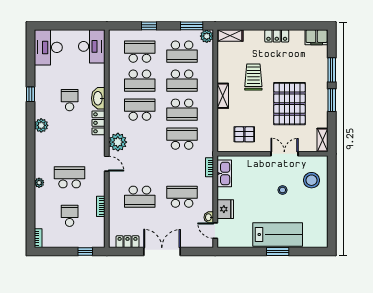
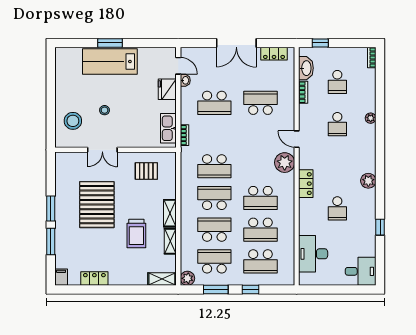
window: (192, 26) -> (216, 290), moved
locker: (277, 36) -> (94, 279), moved
filing cabinet: (317, 37) -> (61, 277), width x0.50
desk: (92, 46) -> (313, 254), moved
desk: (48, 47) -> (361, 271), width x0.73
school desk: (140, 81) -> (260, 230), turned 180
window: (31, 94) -> (380, 227), moved
washbasin: (98, 98) -> (306, 68), moved
shelving: (323, 140) -> (170, 241), moved
school desk: (70, 177) -> (337, 124), width x0.54

